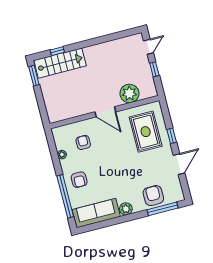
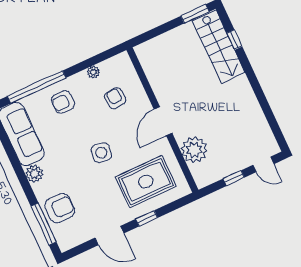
armchair: (83, 142) -> (115, 98), turned -96
side table: (120, 159) -> (101, 153), added

